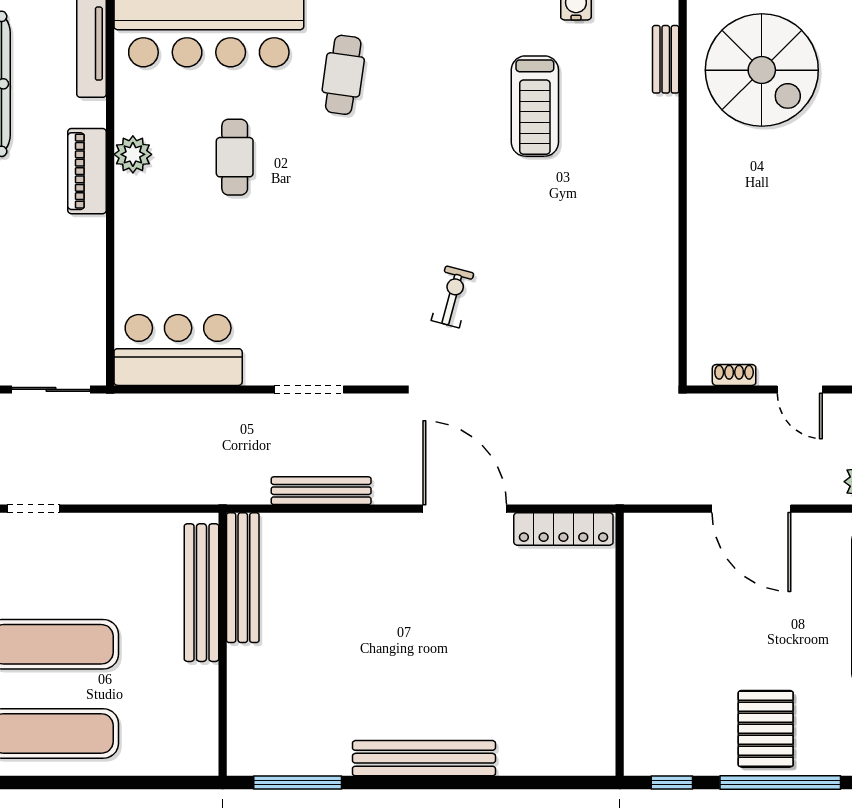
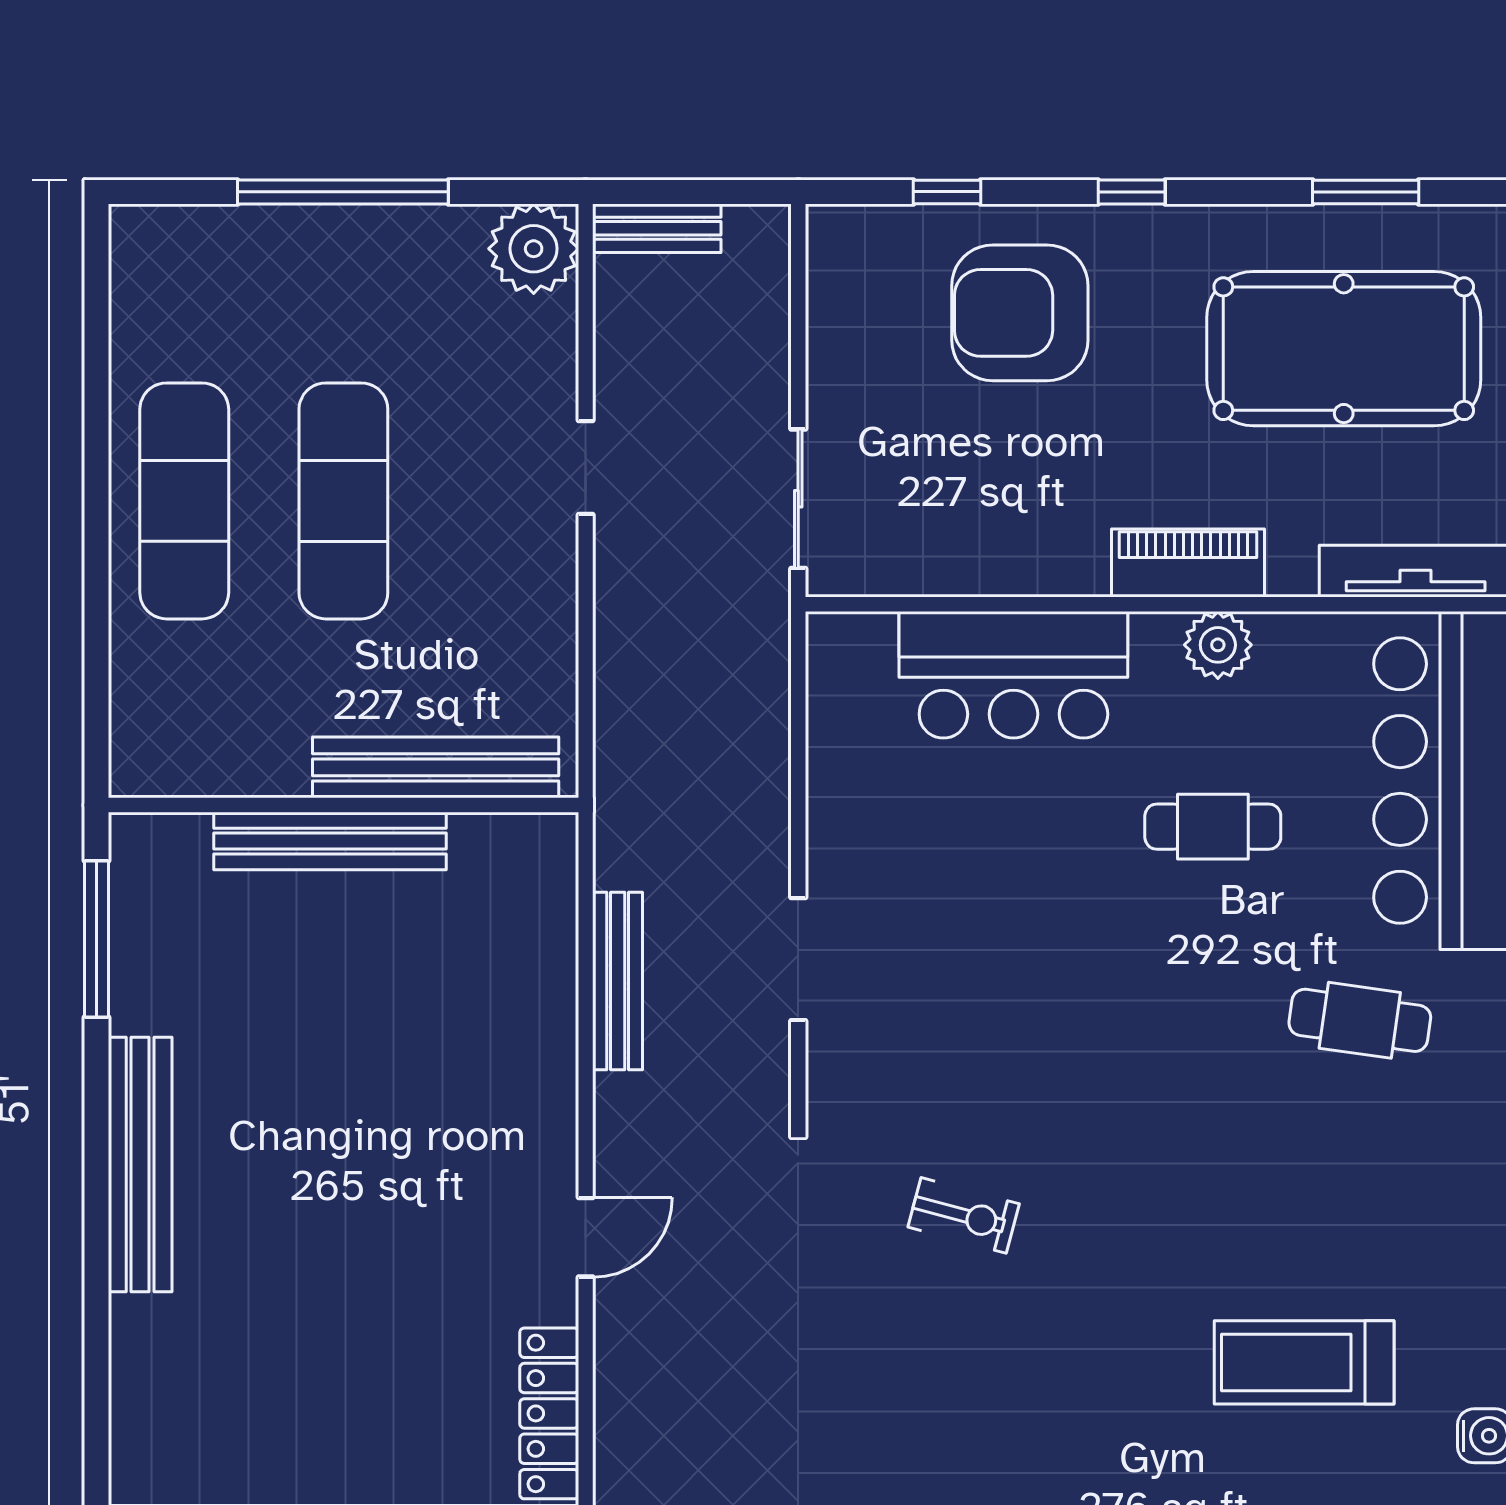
bar counter: (178, 350) -> (1013, 675), moved, turned 90
door: (465, 509) -> (586, 1237), width x0.53
bench: (243, 578) -> (330, 841), moved

